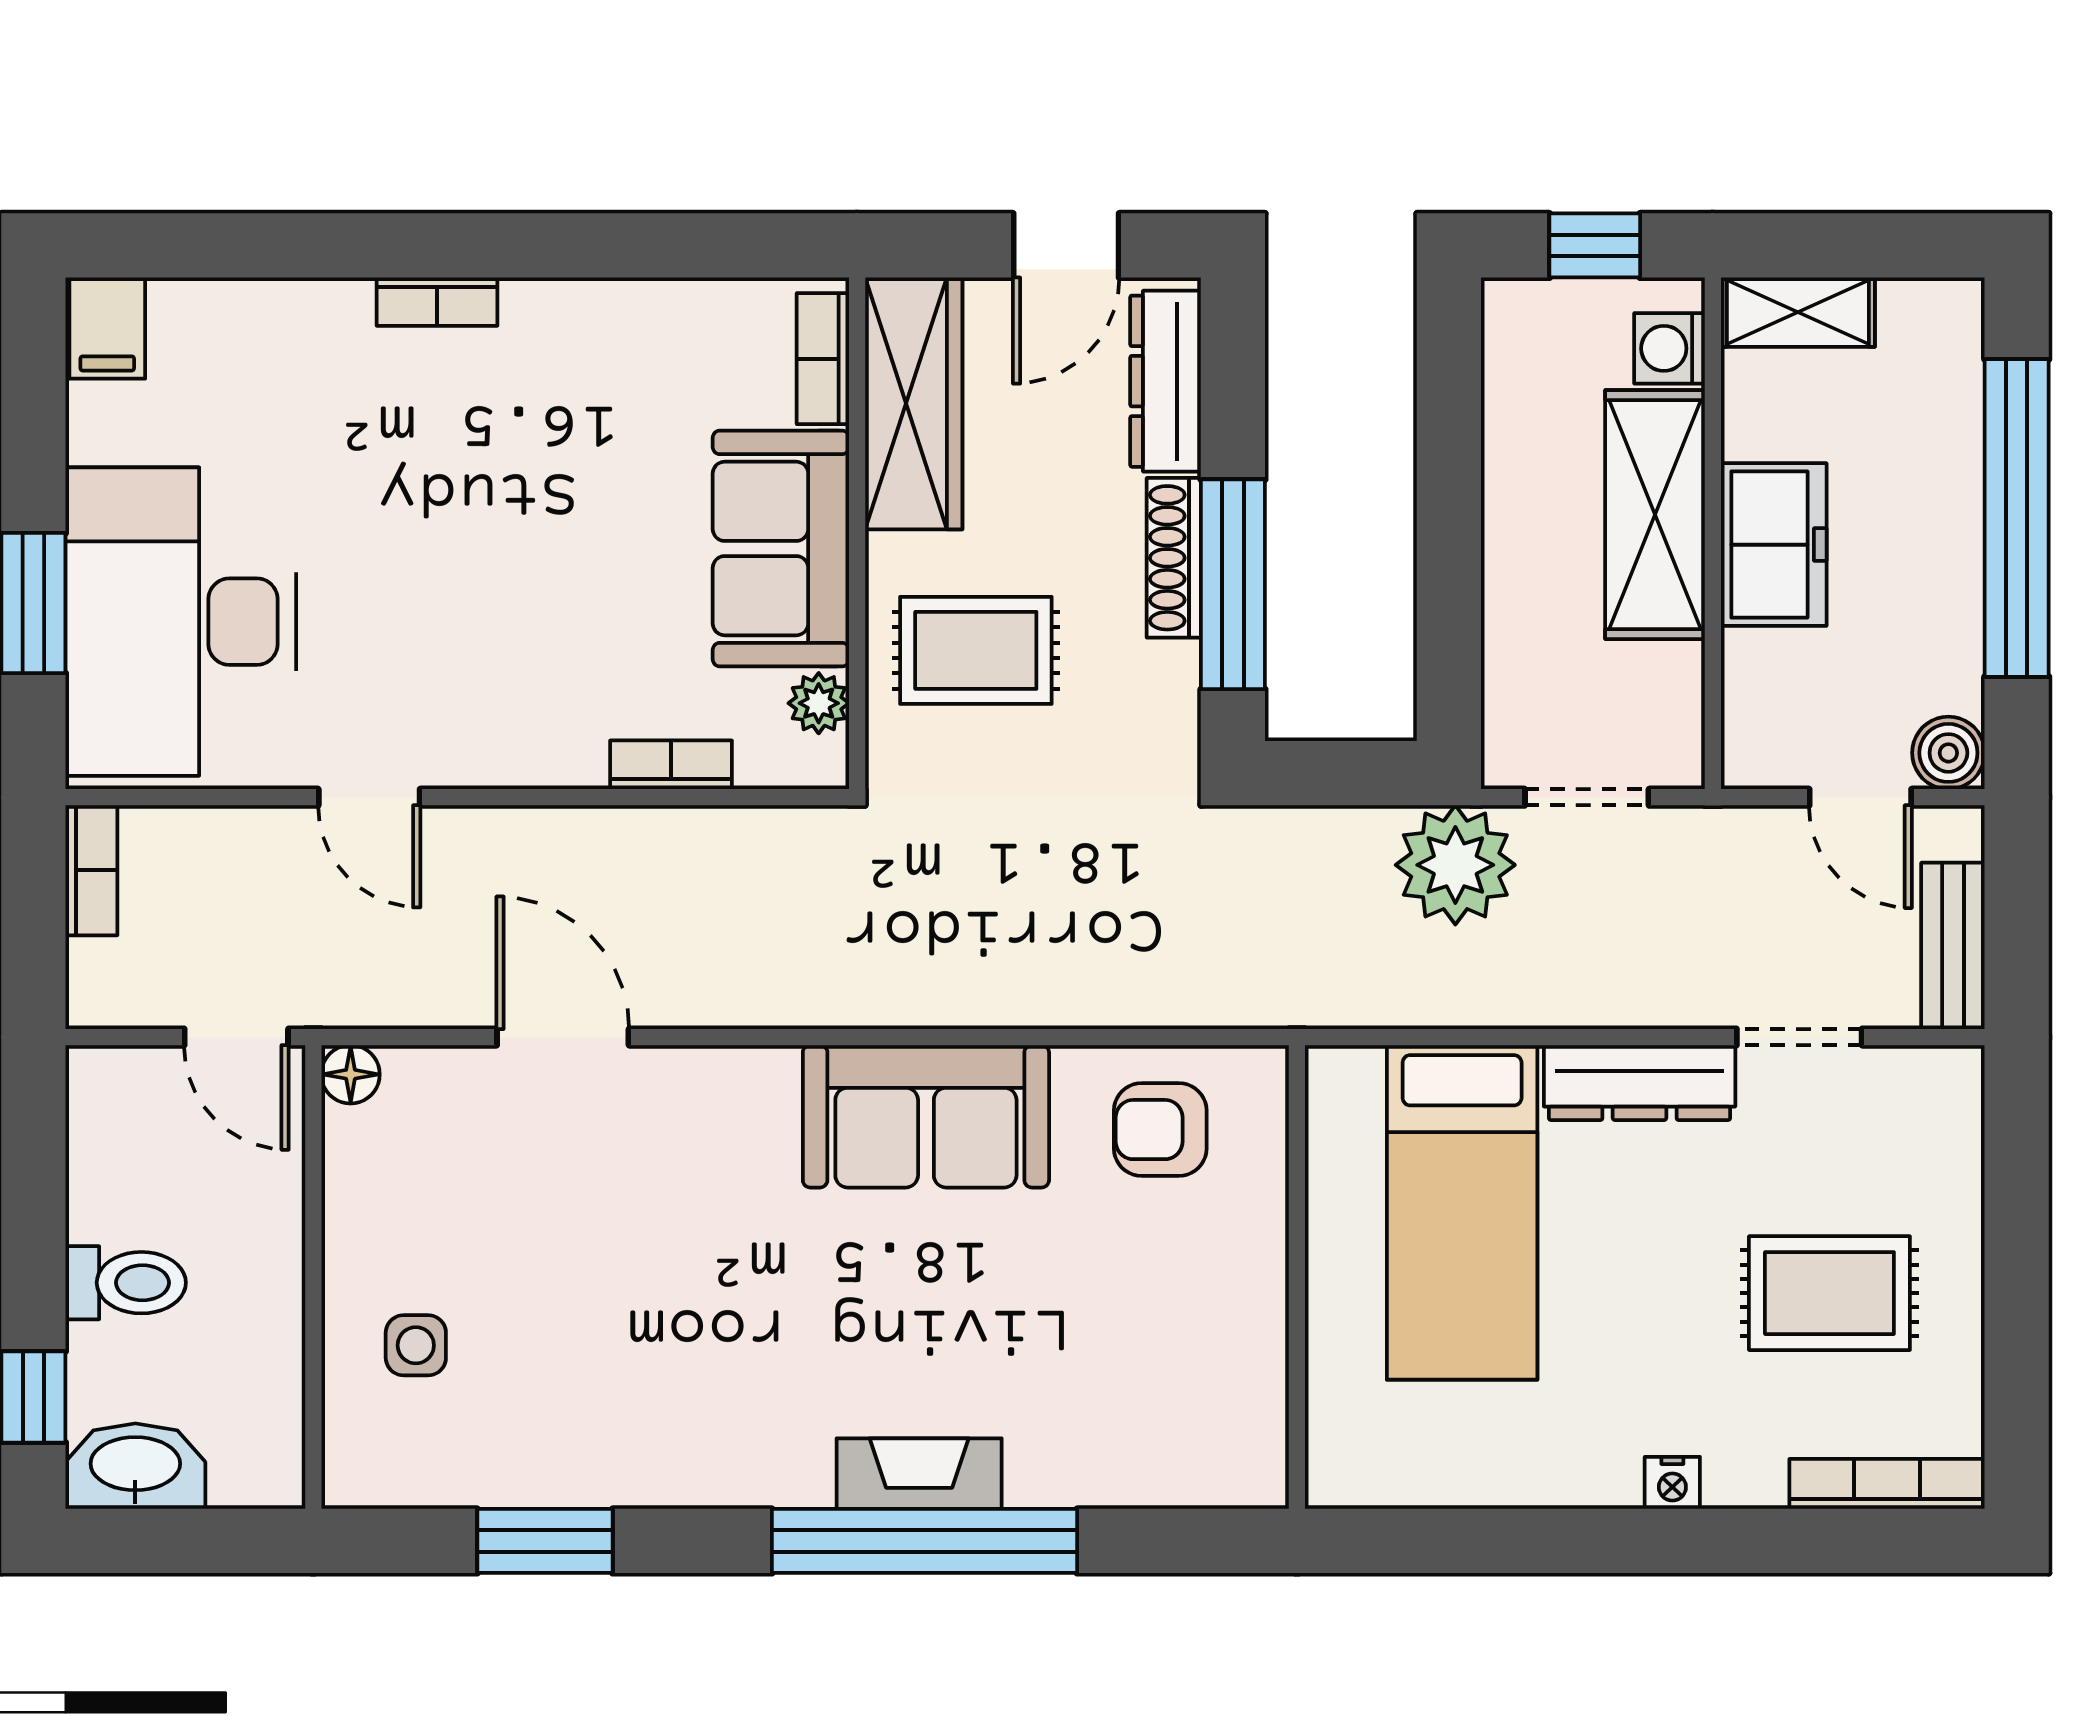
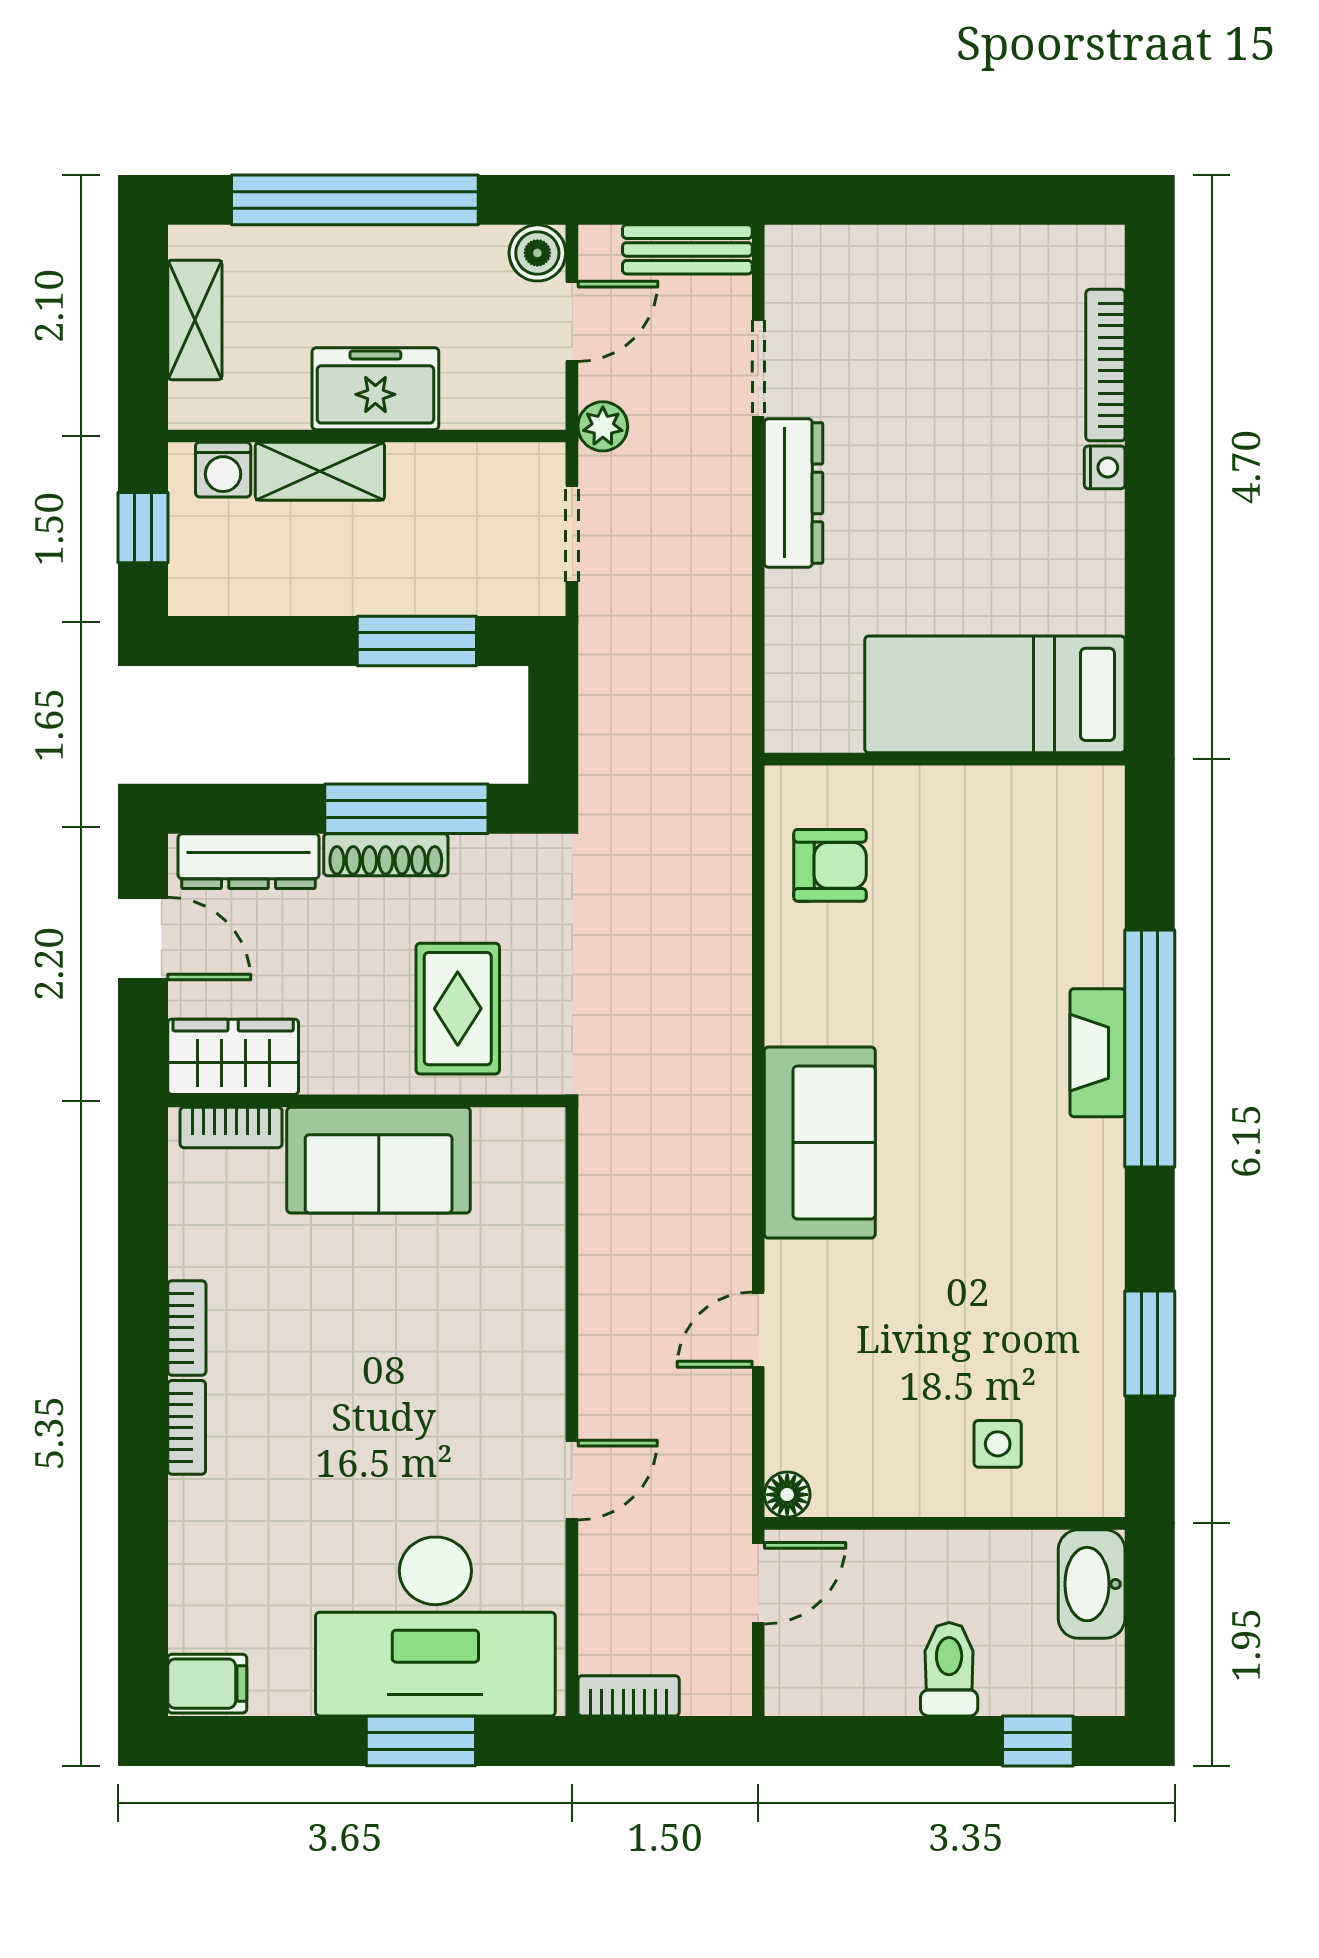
shelving: (1798, 312) -> (195, 320), moved
wardrobe: (914, 403) -> (233, 1057), width x0.67
shelving: (1655, 515) -> (320, 471), width x0.67, depth x0.75
window: (1449, 598) -> (417, 641), added
plant: (819, 703) -> (499, 1131), removed
bookcase: (671, 765) -> (187, 1328), moved, turned 180
plant: (1455, 865) -> (603, 426), moved, width x0.53, depth x0.53
door: (563, 1037) -> (758, 1330), width x0.73
sofa: (926, 1116) -> (820, 1143), moved
armchair: (1160, 1130) -> (830, 865), turned -90
bed: (1462, 1212) -> (995, 694), moved, turned 180
rug: (1829, 1293) -> (957, 345), removed
washbasin: (135, 1466) -> (1092, 1584), moved
bookcase: (1887, 1484) -> (1105, 365), moved

